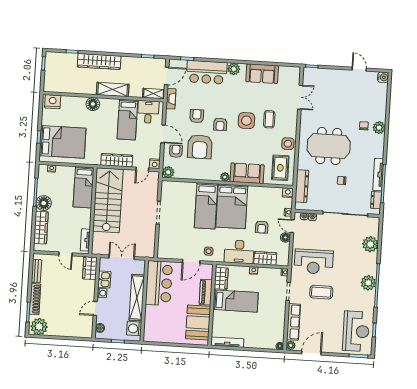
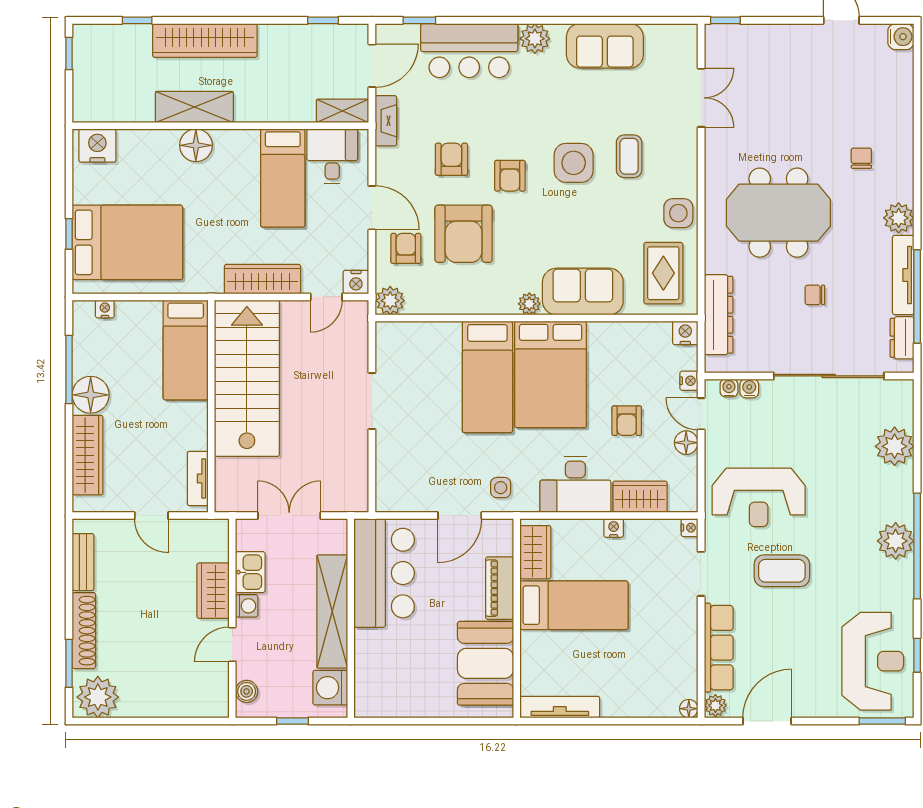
shelving: (113, 90) -> (194, 107), moved
plant: (379, 128) -> (899, 218), moved
wardrobe: (90, 268) -> (213, 591), moved

